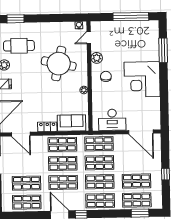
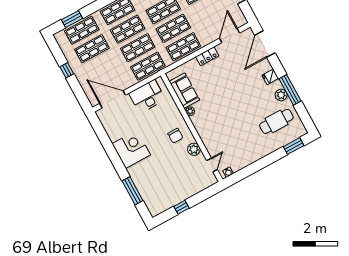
window: (131, 17) -> (181, 207), width x0.32
round table: (59, 64) -> (228, 124), removed
corner desk: (142, 79) -> (131, 149), width x0.74, depth x0.74
sofa: (72, 123) -> (184, 91), moved, turned -90
door: (21, 134) -> (230, 36), hinge flipped

